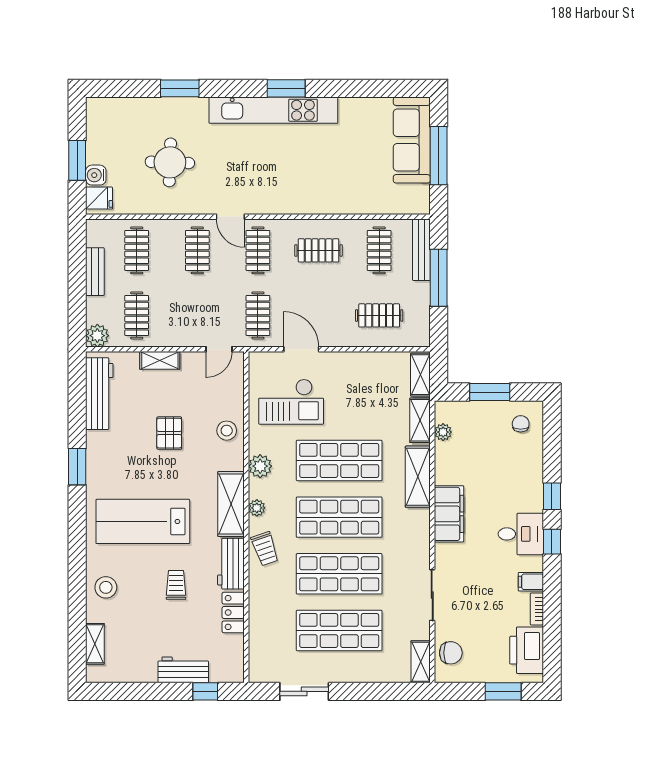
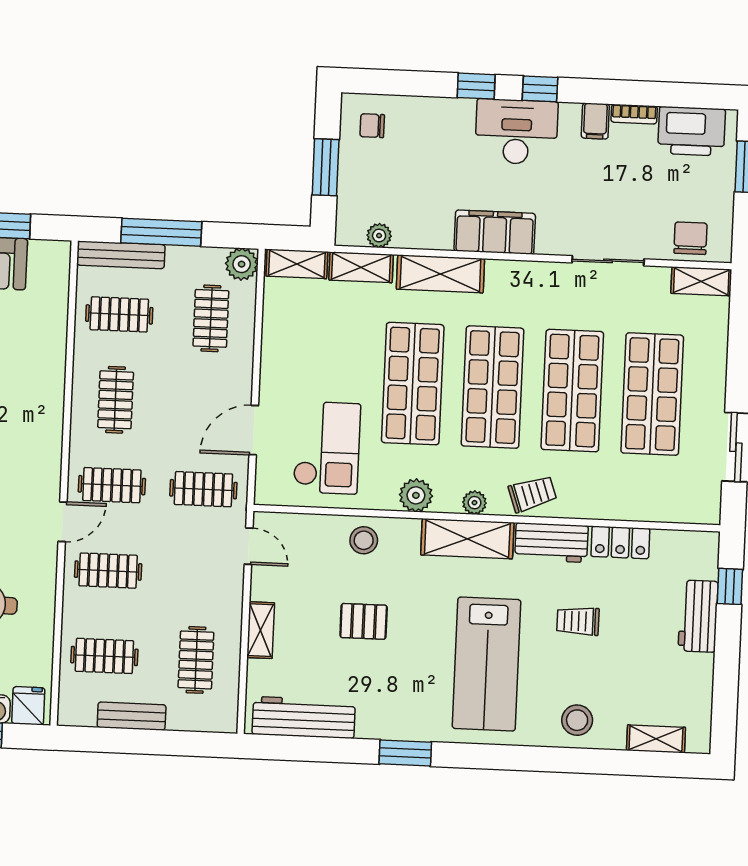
clothes rail: (137, 315) -> (196, 660), turned 90
plant: (97, 336) -> (242, 264), moved
desk: (521, 534) -> (516, 132), width x1.37

